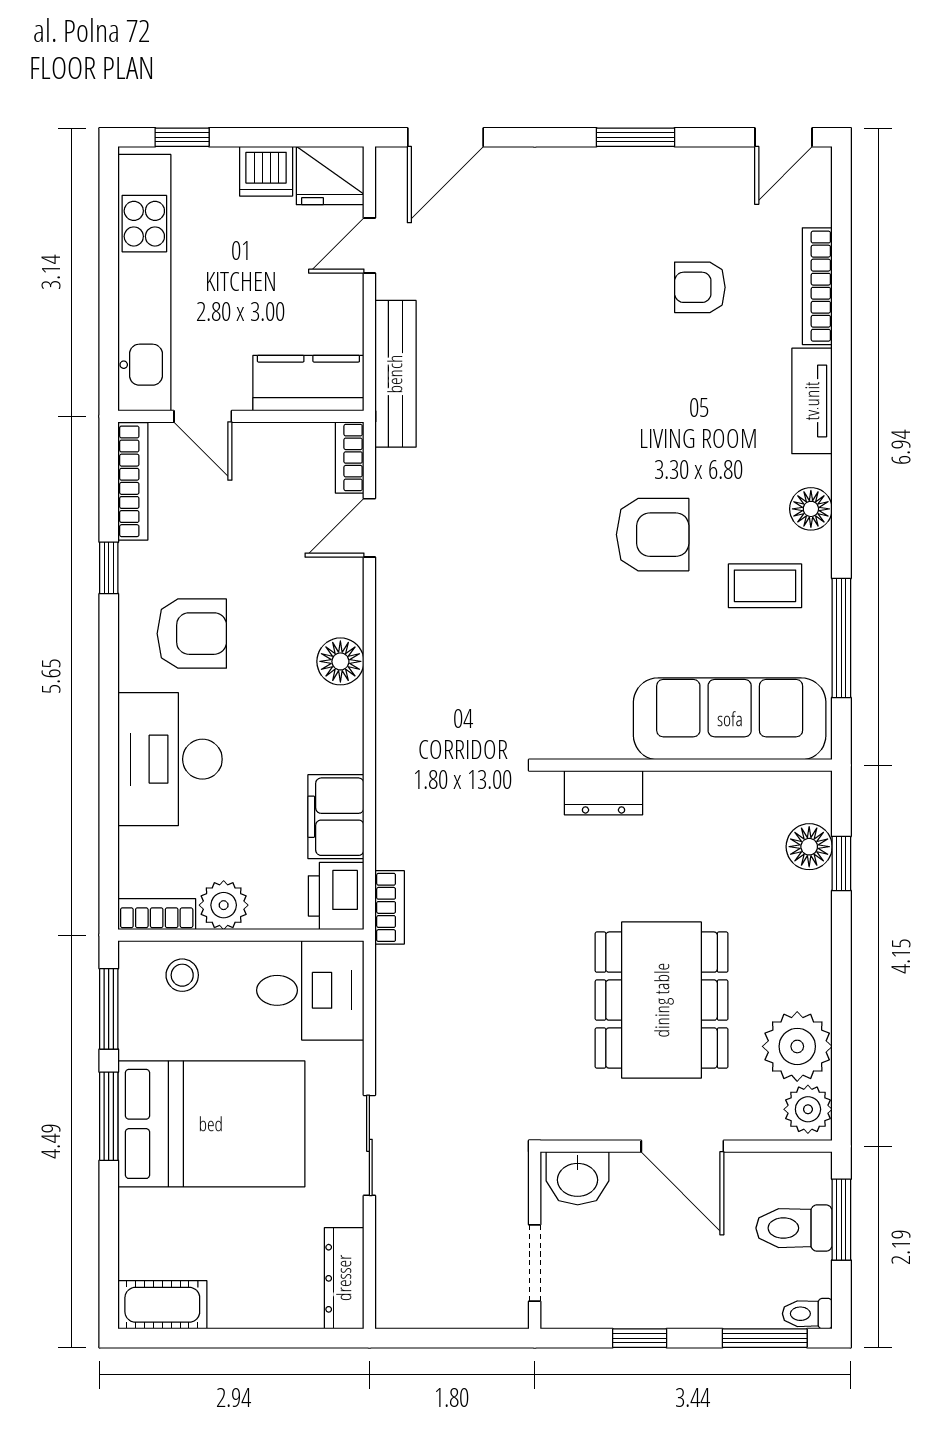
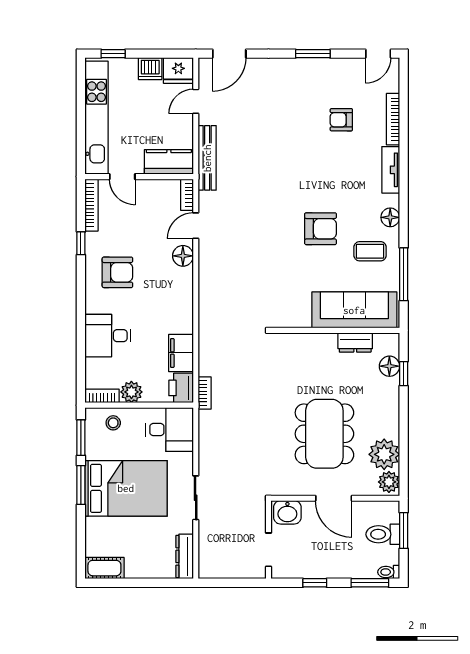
floor lamp: (340, 661) -> (183, 256), moved
desk: (170, 759) -> (108, 336), width x0.73
dresser: (603, 793) -> (355, 342), moved

